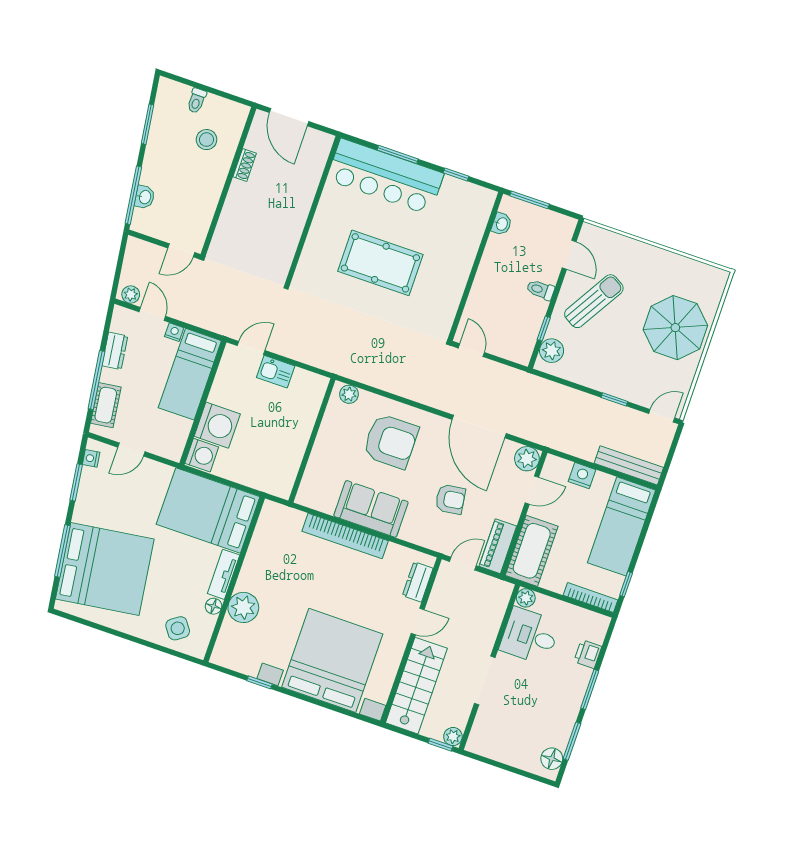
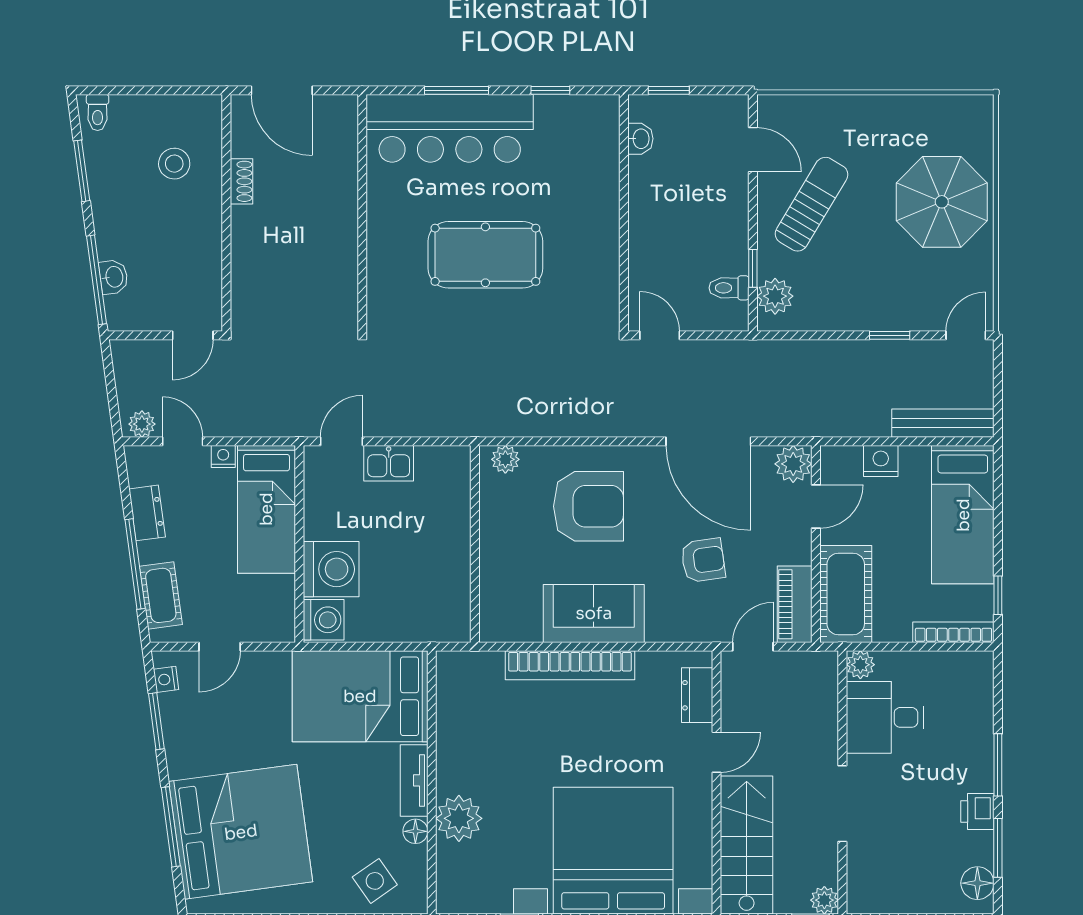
toilet: (197, 101) -> (98, 112), moved
window: (530, 200) -> (669, 90), width x0.67
toilet: (540, 290) -> (729, 288), moved
printer: (588, 654) -> (977, 812), moved

